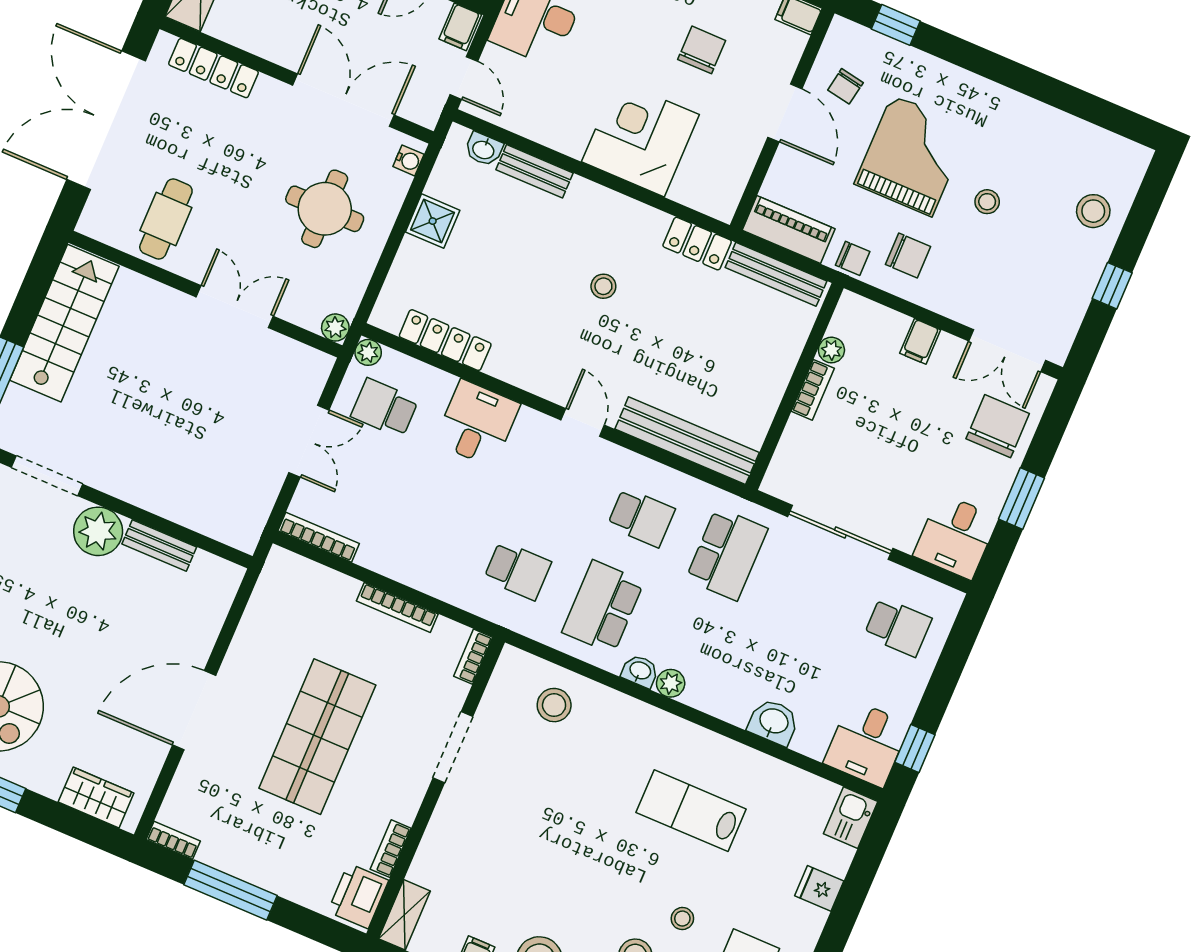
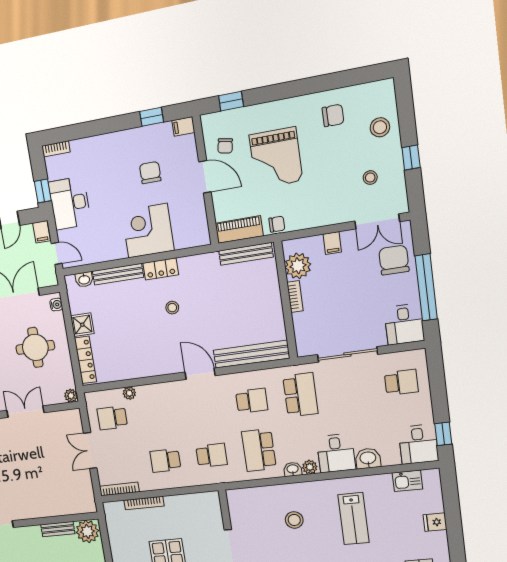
grand piano: (912, 156) -> (276, 158), turned 180
bench: (535, 171) -> (118, 274), width x1.36
stool: (987, 202) -> (370, 178), moved
locker: (697, 244) -> (161, 269), moved
chair: (908, 255) -> (333, 115), moved
locker: (445, 340) -> (85, 360), moved, turned 90
plant: (831, 350) -> (298, 266), width x1.88, depth x1.88
plant: (368, 352) -> (129, 393), moved
desk: (477, 423) -> (336, 453), moved, turned 180
door: (583, 423) -> (200, 374), width x1.38
double door: (309, 441) -> (90, 451), swing flipped
window: (1021, 498) -> (426, 287), width x2.11
plant: (98, 531) -> (87, 531), moved
school desk: (432, 534) -> (165, 460), added
bookcase: (397, 607) -> (144, 503), moved
bookcase: (473, 657) -> (215, 504), removed
stool: (554, 705) -> (294, 520), moved
lab bench: (691, 811) -> (353, 519), turned -90
kitchen sink: (851, 818) -> (407, 481), moved, turned -90

